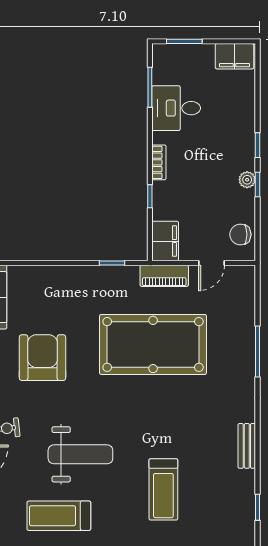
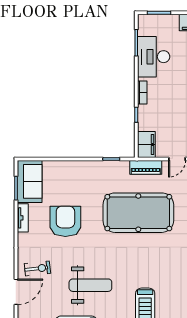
desk: (176, 108) -> (154, 57), width x1.37

